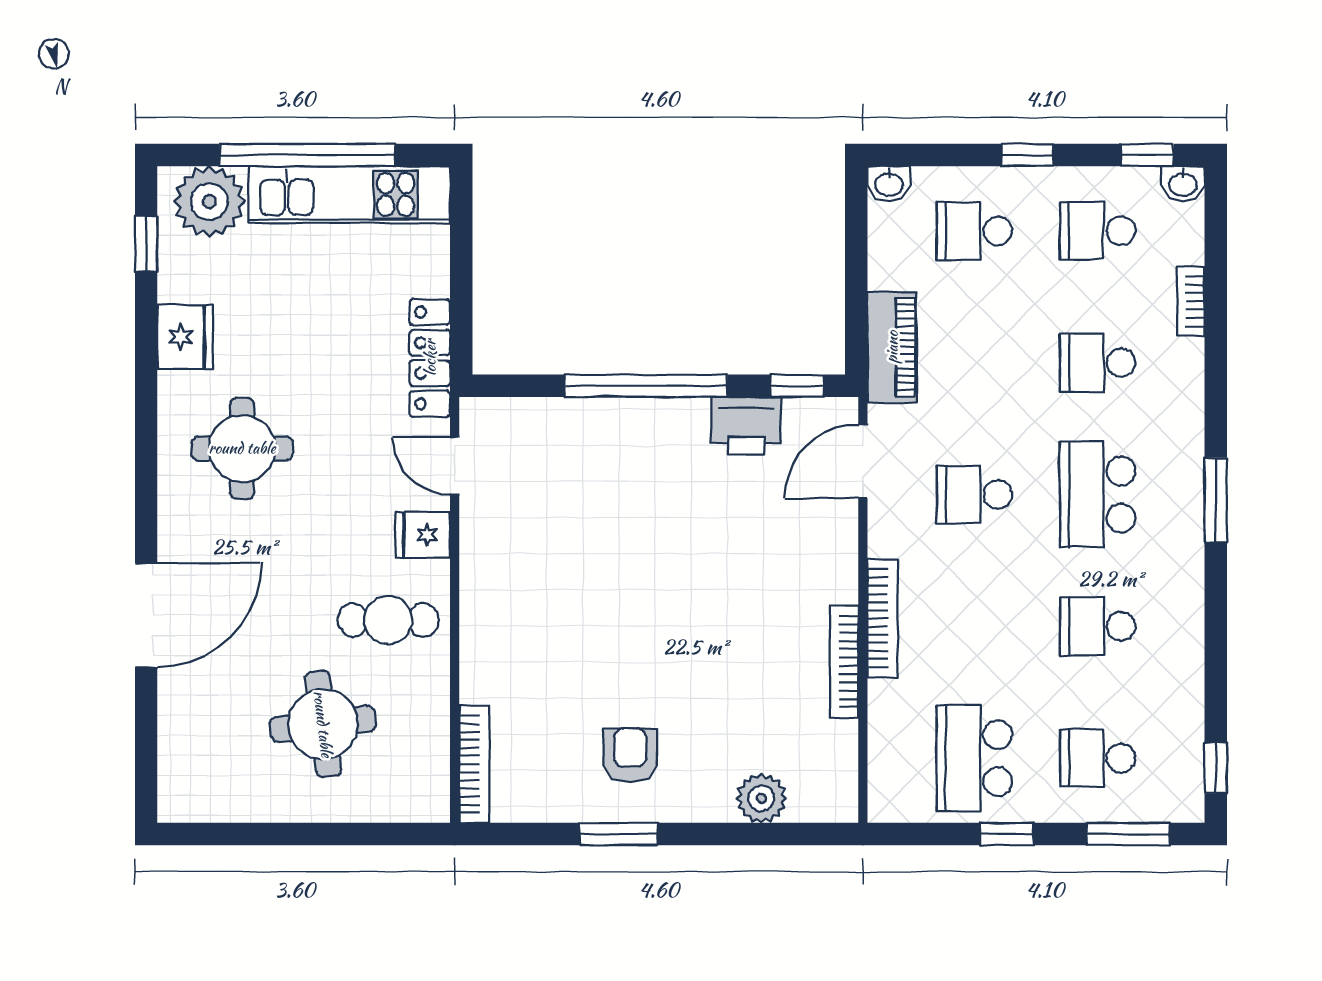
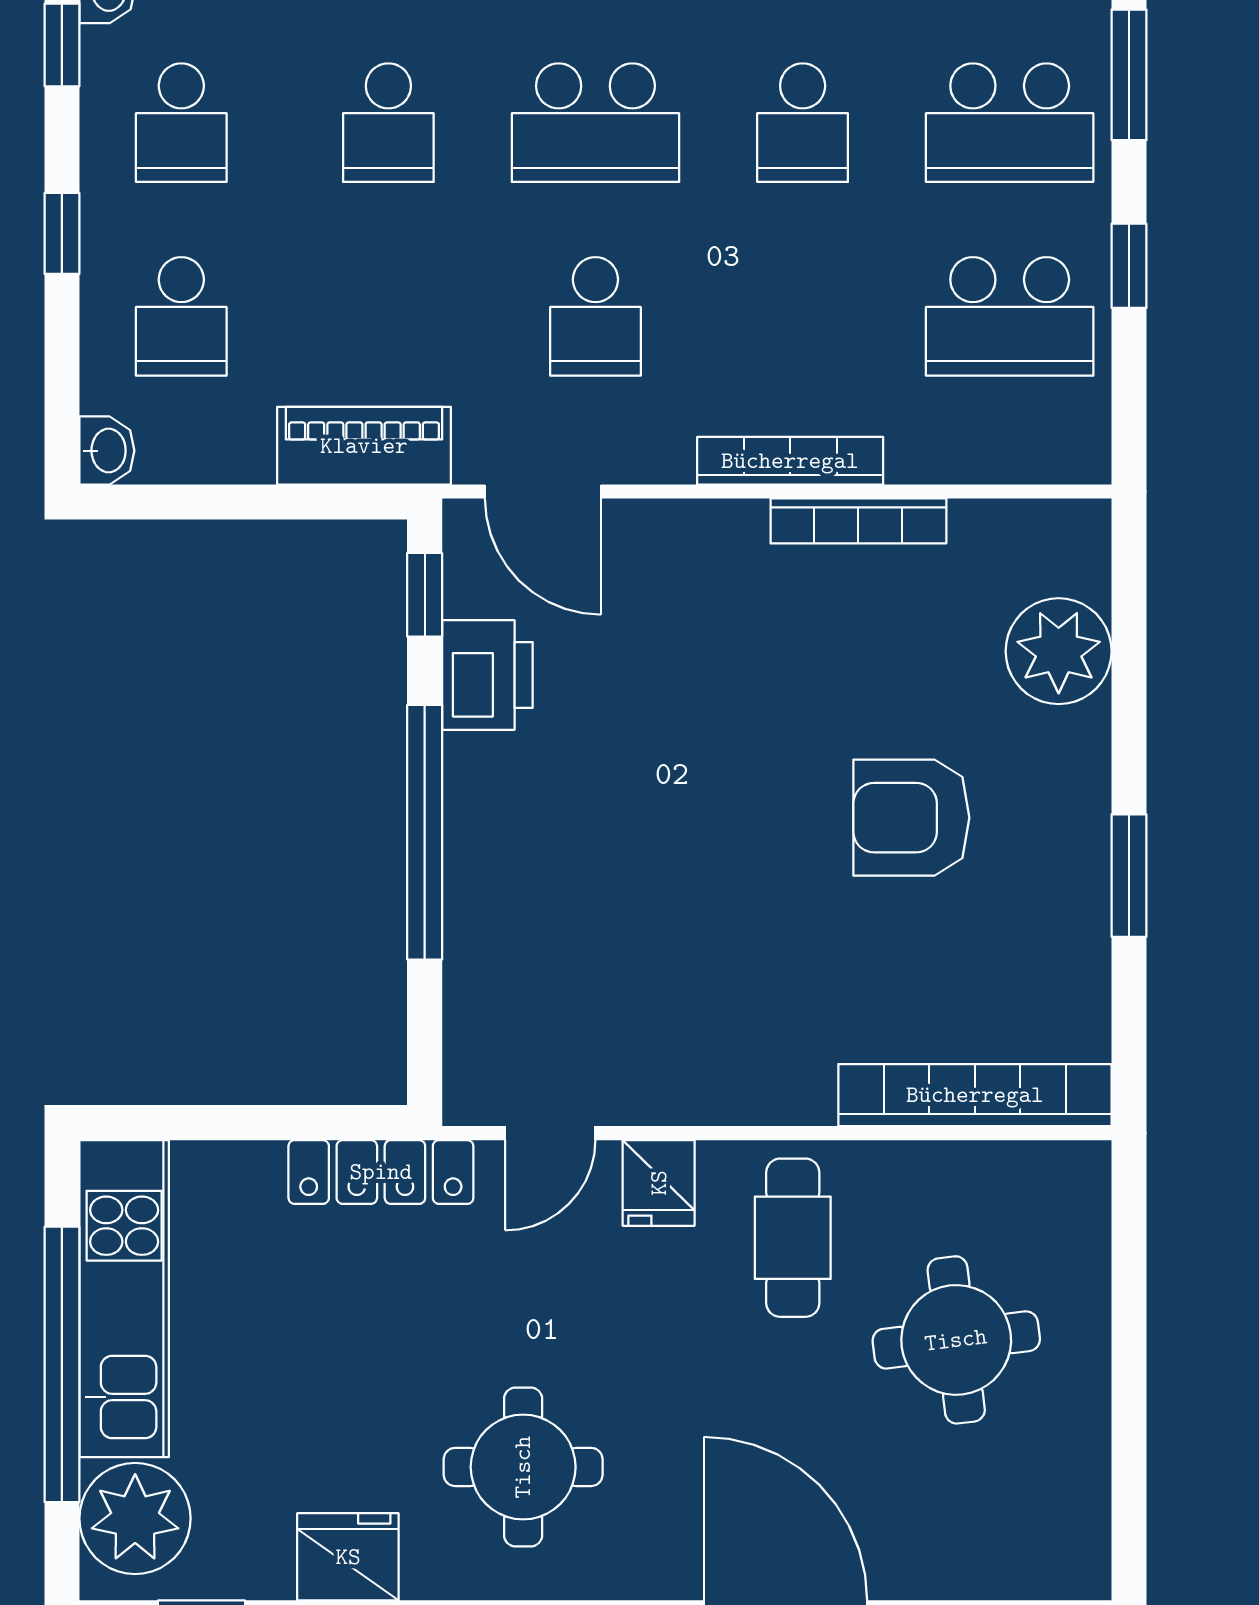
armchair: (630, 755) -> (911, 818), moved, width x1.38, depth x1.38
school desk: (1098, 758) -> (1010, 123), width x1.85
bookcase: (474, 764) -> (975, 1095), width x1.48, depth x1.31
plant: (761, 798) -> (1059, 651), width x1.36, depth x1.36

